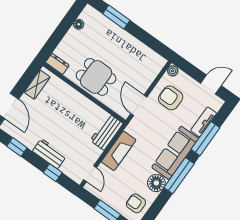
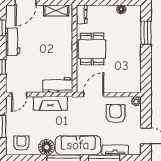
workbench: (49, 154) -> (13, 42), moved

